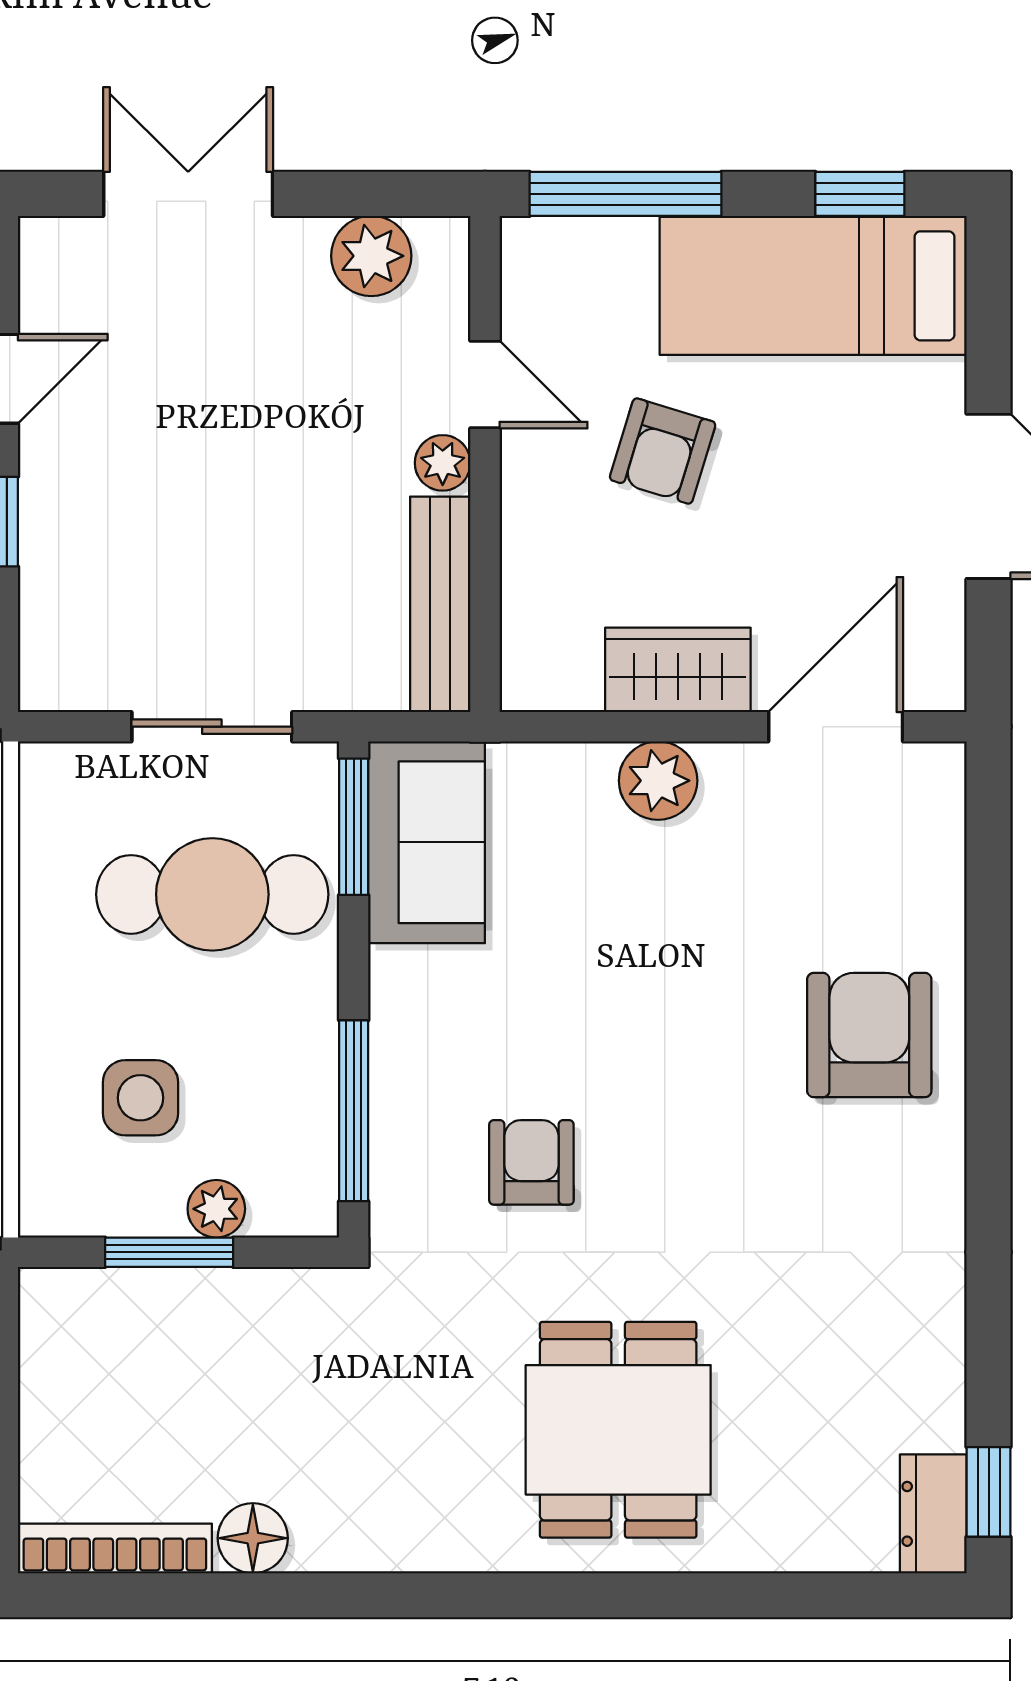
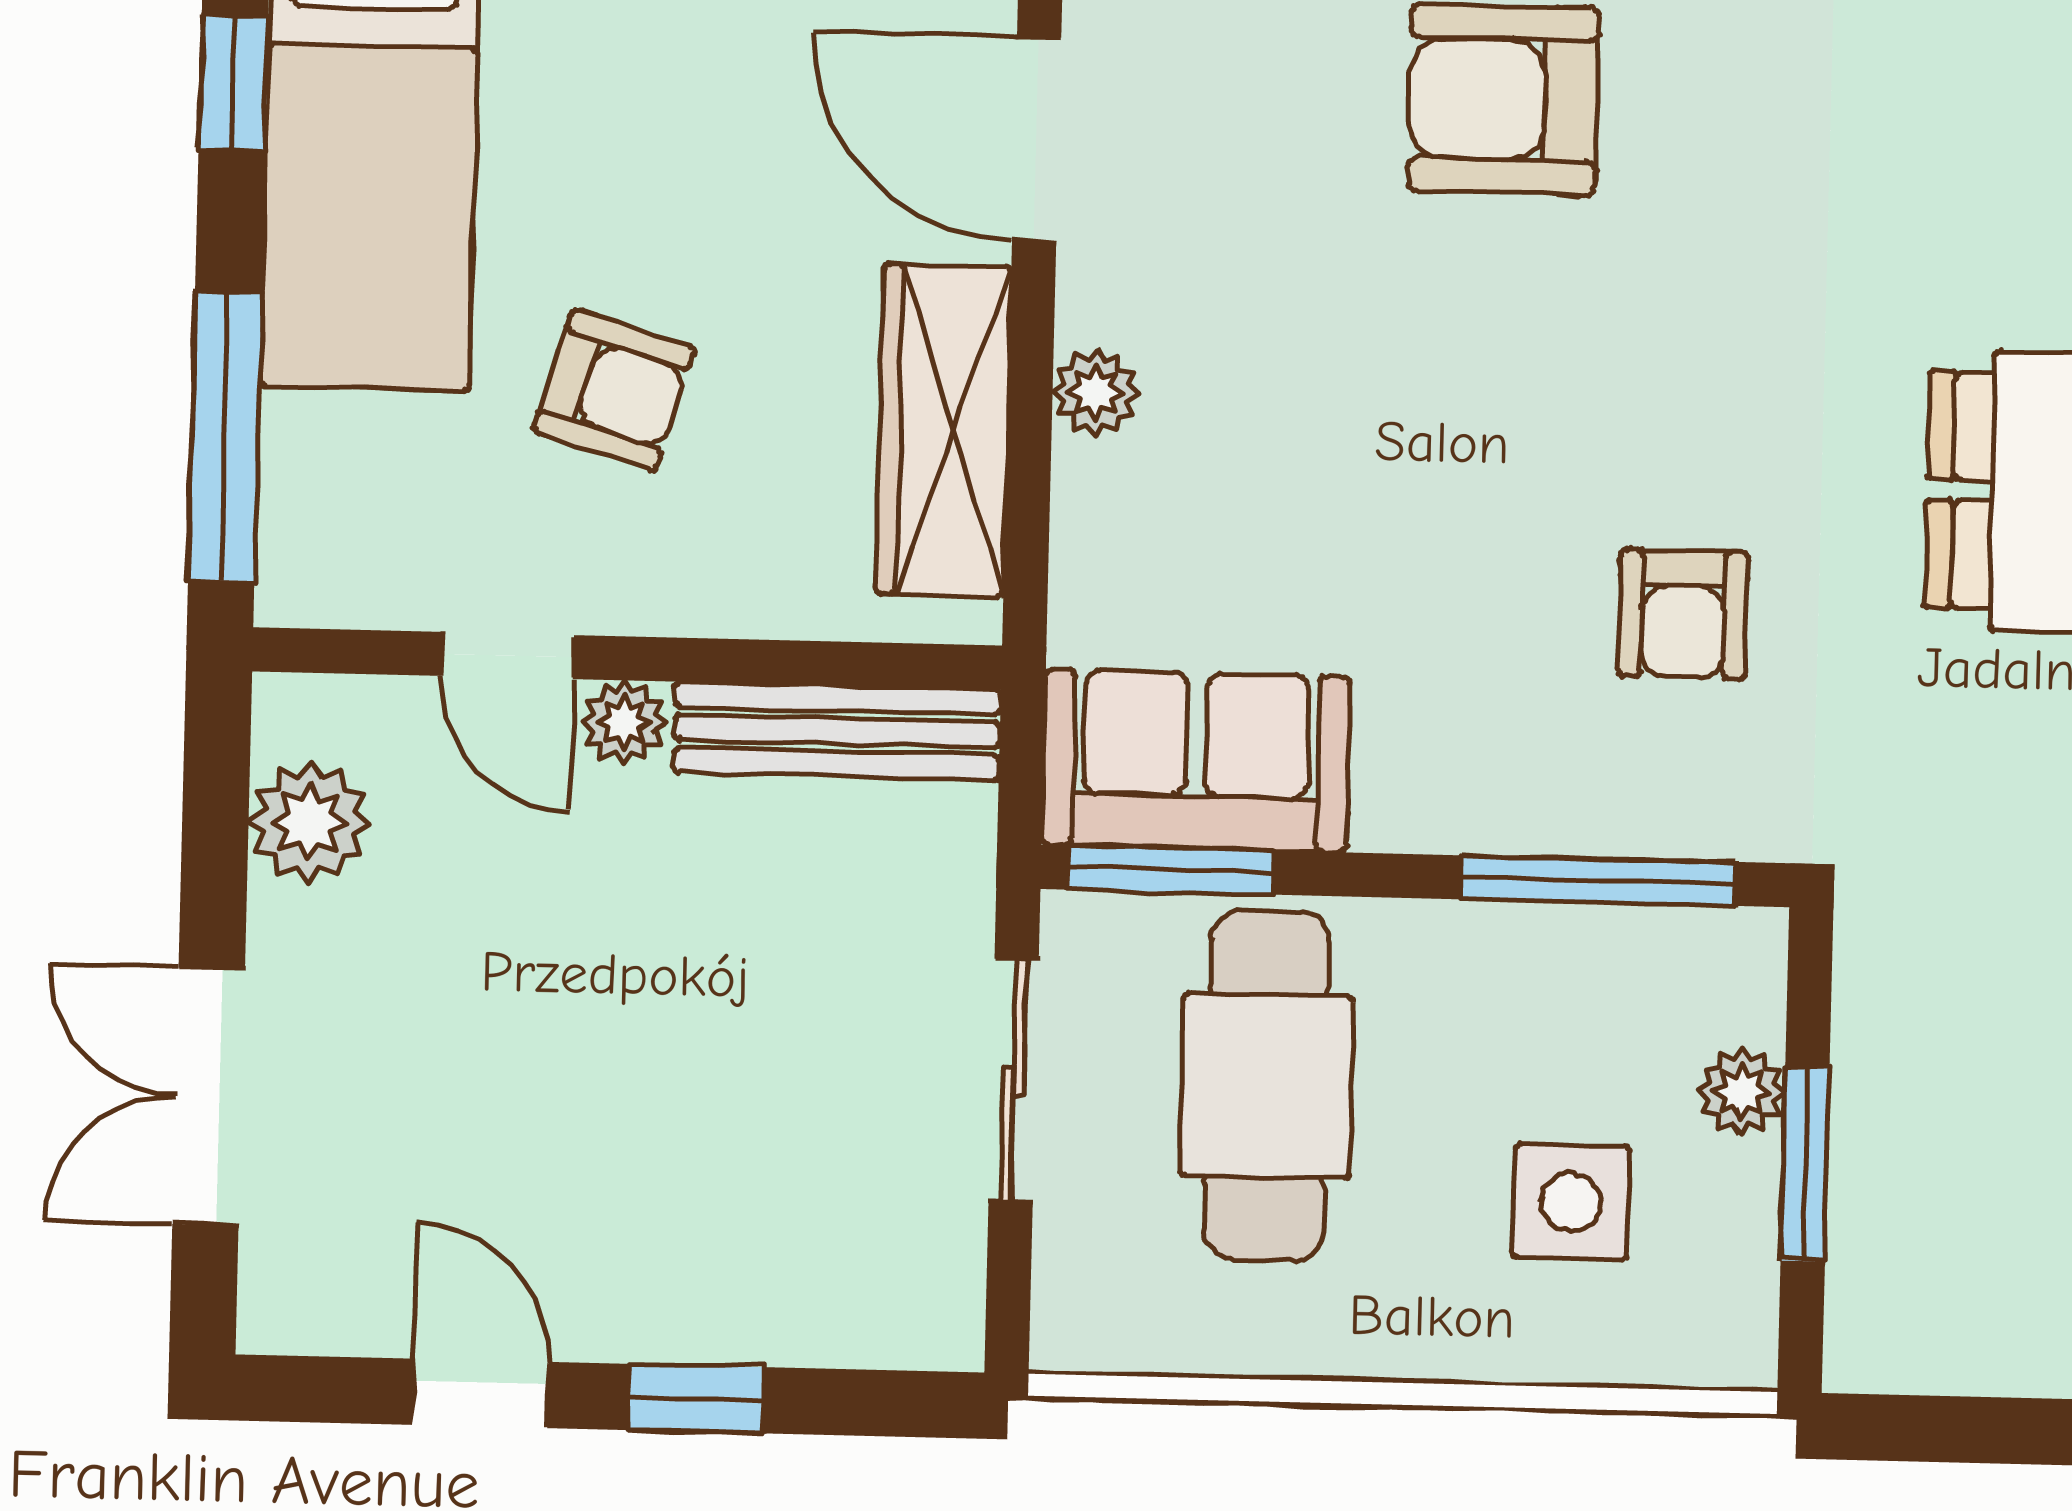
door: (485, 384) -> (507, 656), swing flipped
wardrobe: (678, 670) -> (944, 430), width x1.50
plant: (658, 781) -> (1096, 392), width x0.73, depth x0.73
armchair: (531, 1162) -> (1683, 614), turned -90

